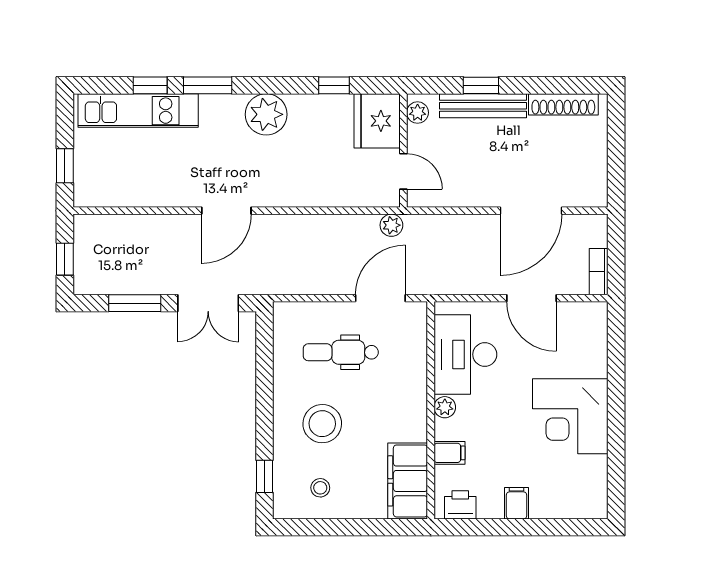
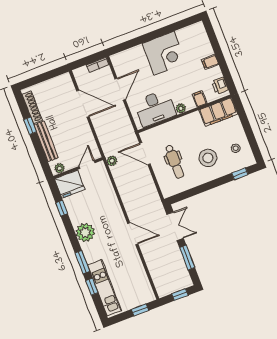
window: (481, 85) -> (30, 126), moved

